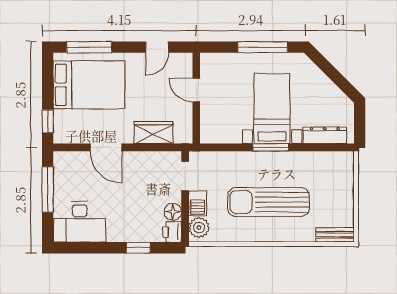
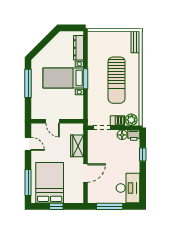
door: (196, 90) -> (53, 121), hinge flipped
window: (48, 121) -> (56, 206), moved

